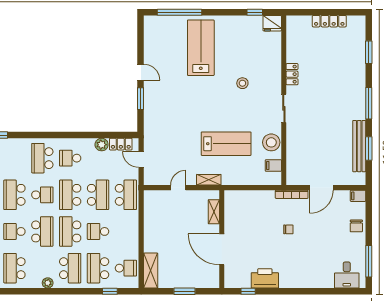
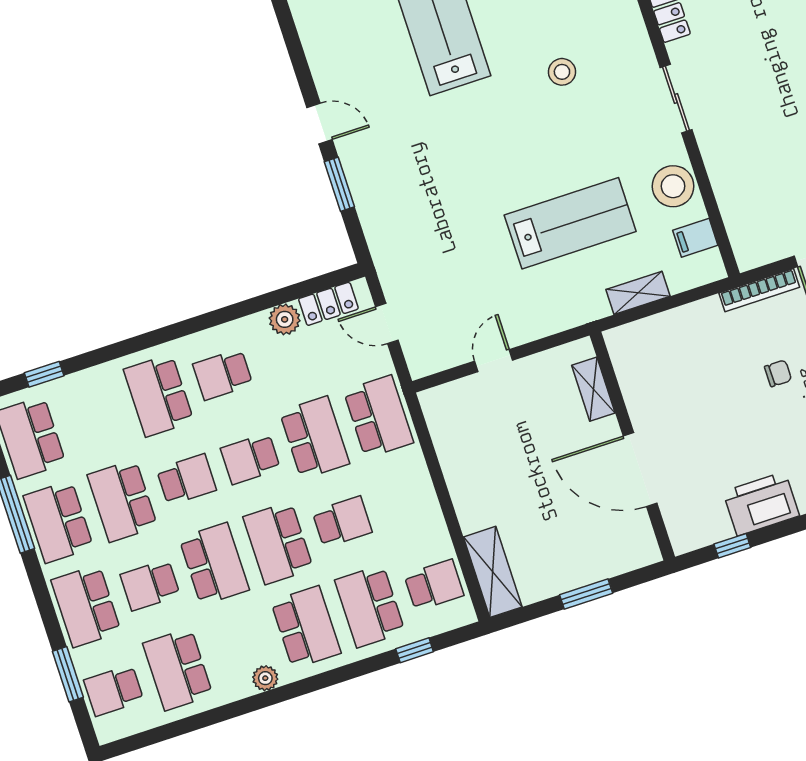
shelving: (209, 180) -> (638, 293), moved
school desk: (70, 195) -> (250, 459), width x0.54
school desk: (98, 231) -> (342, 522), turned 180

